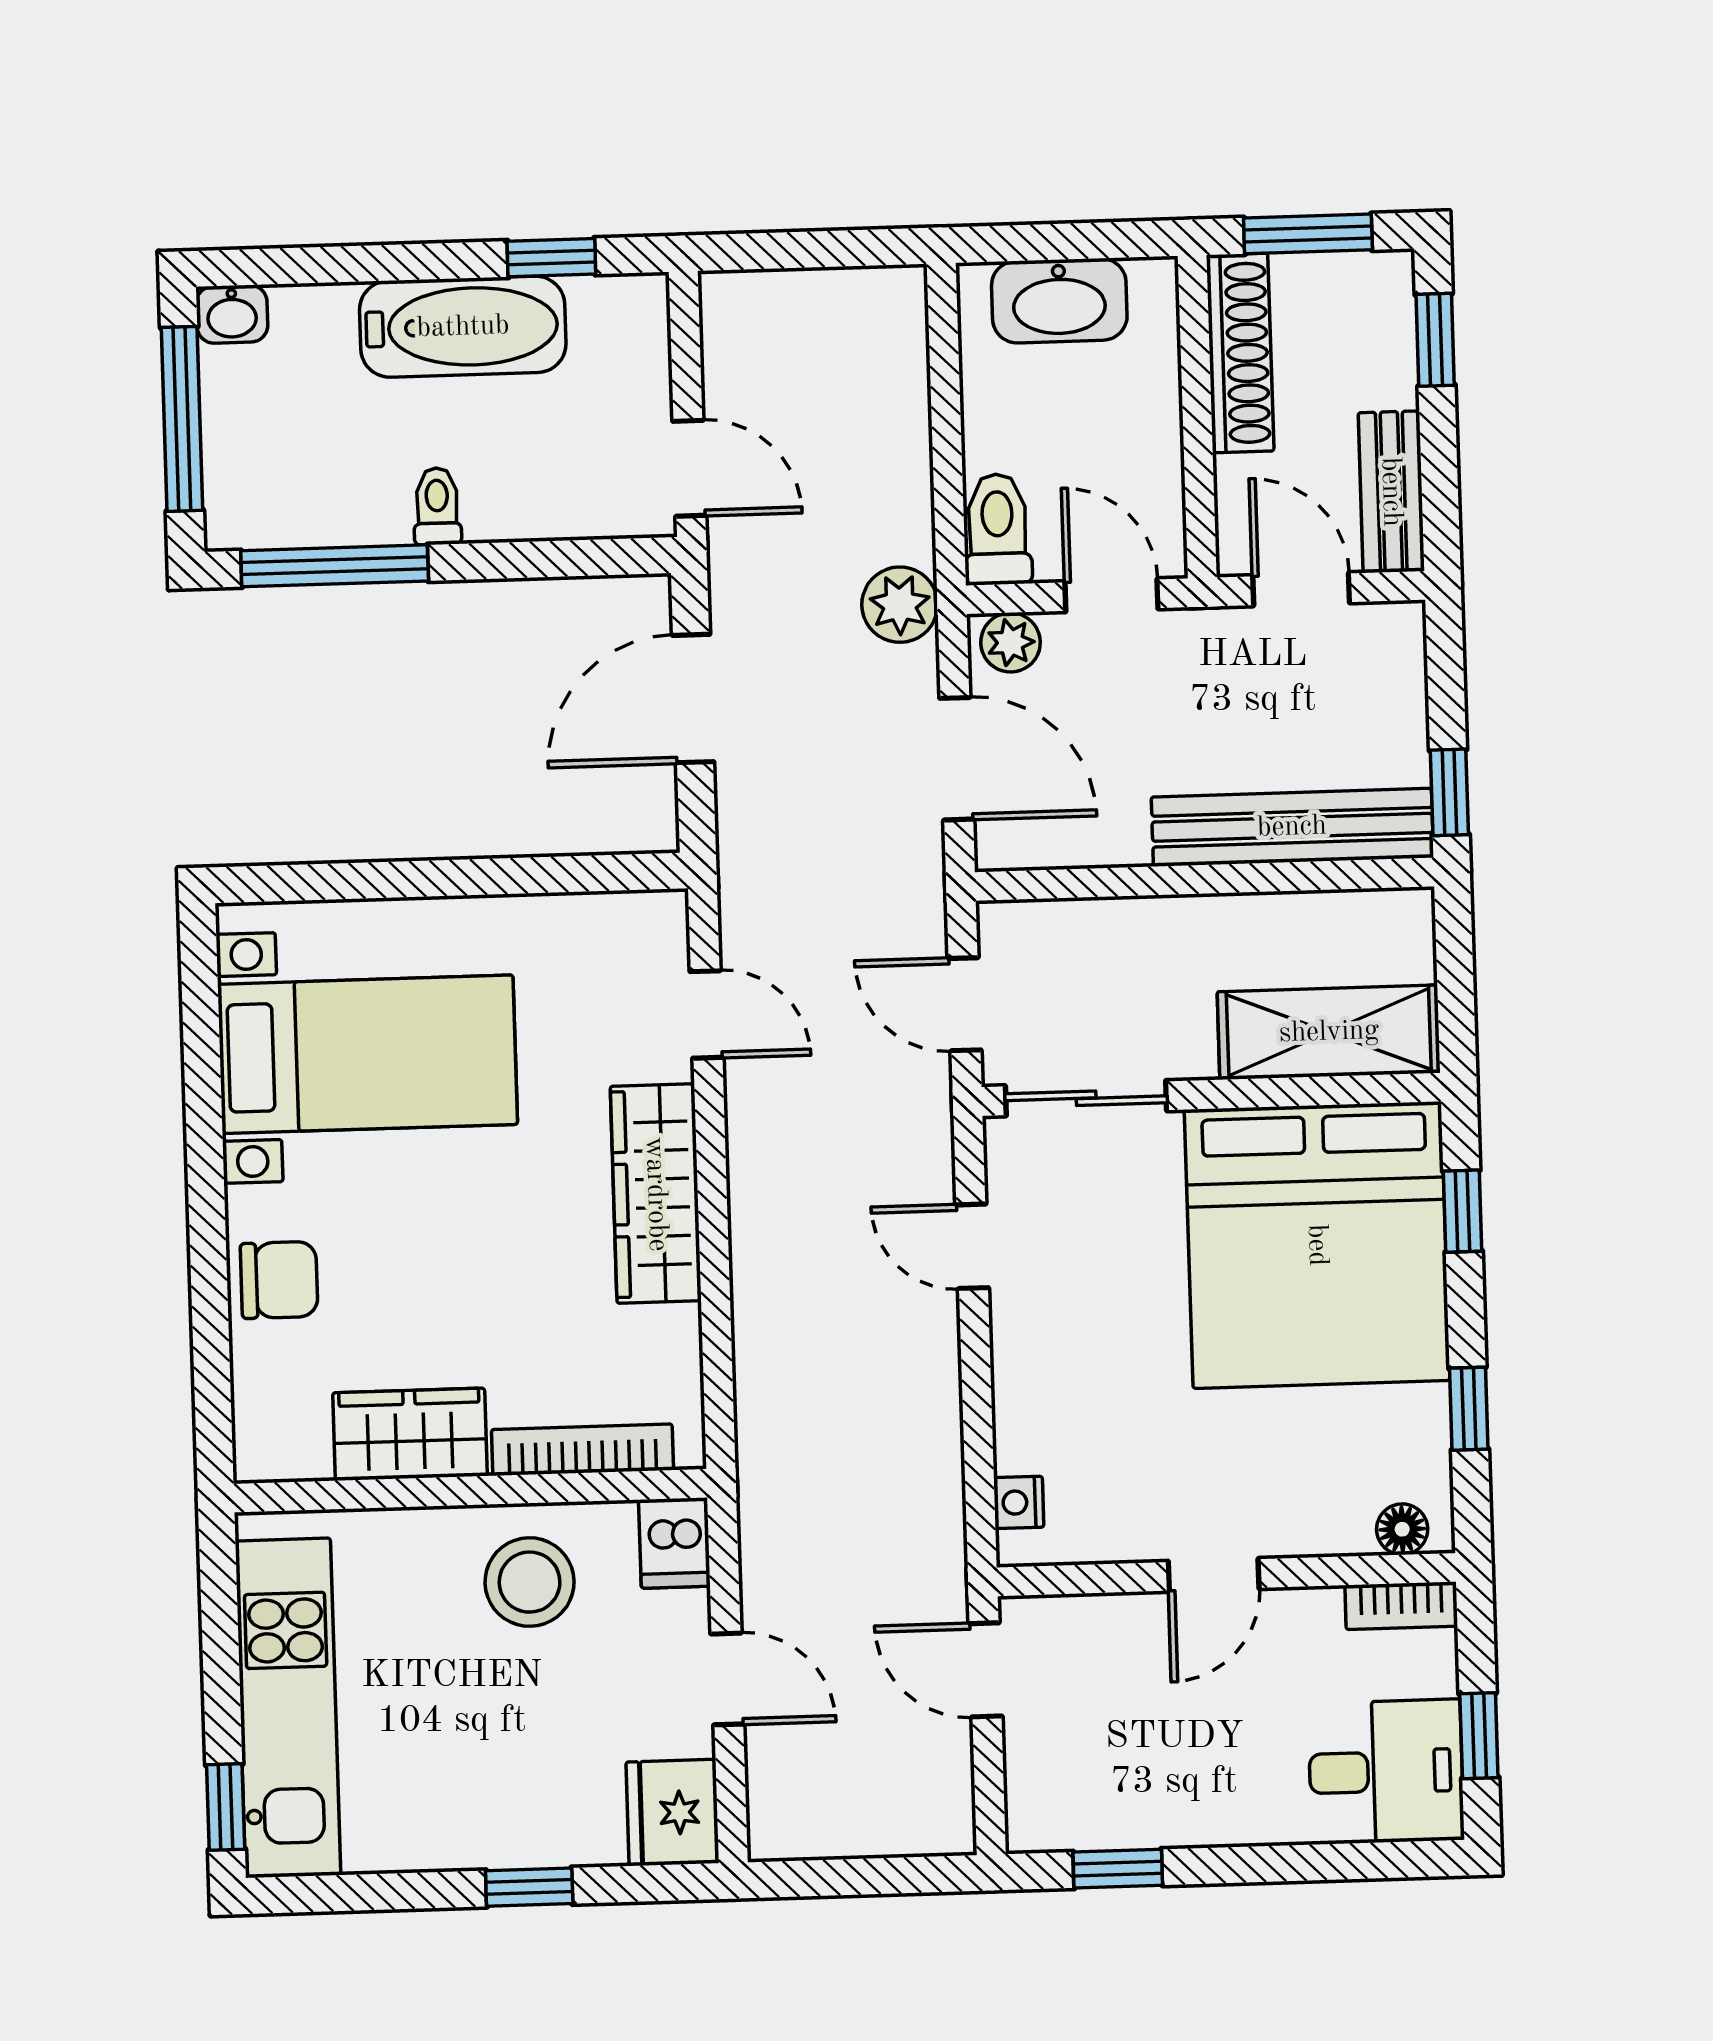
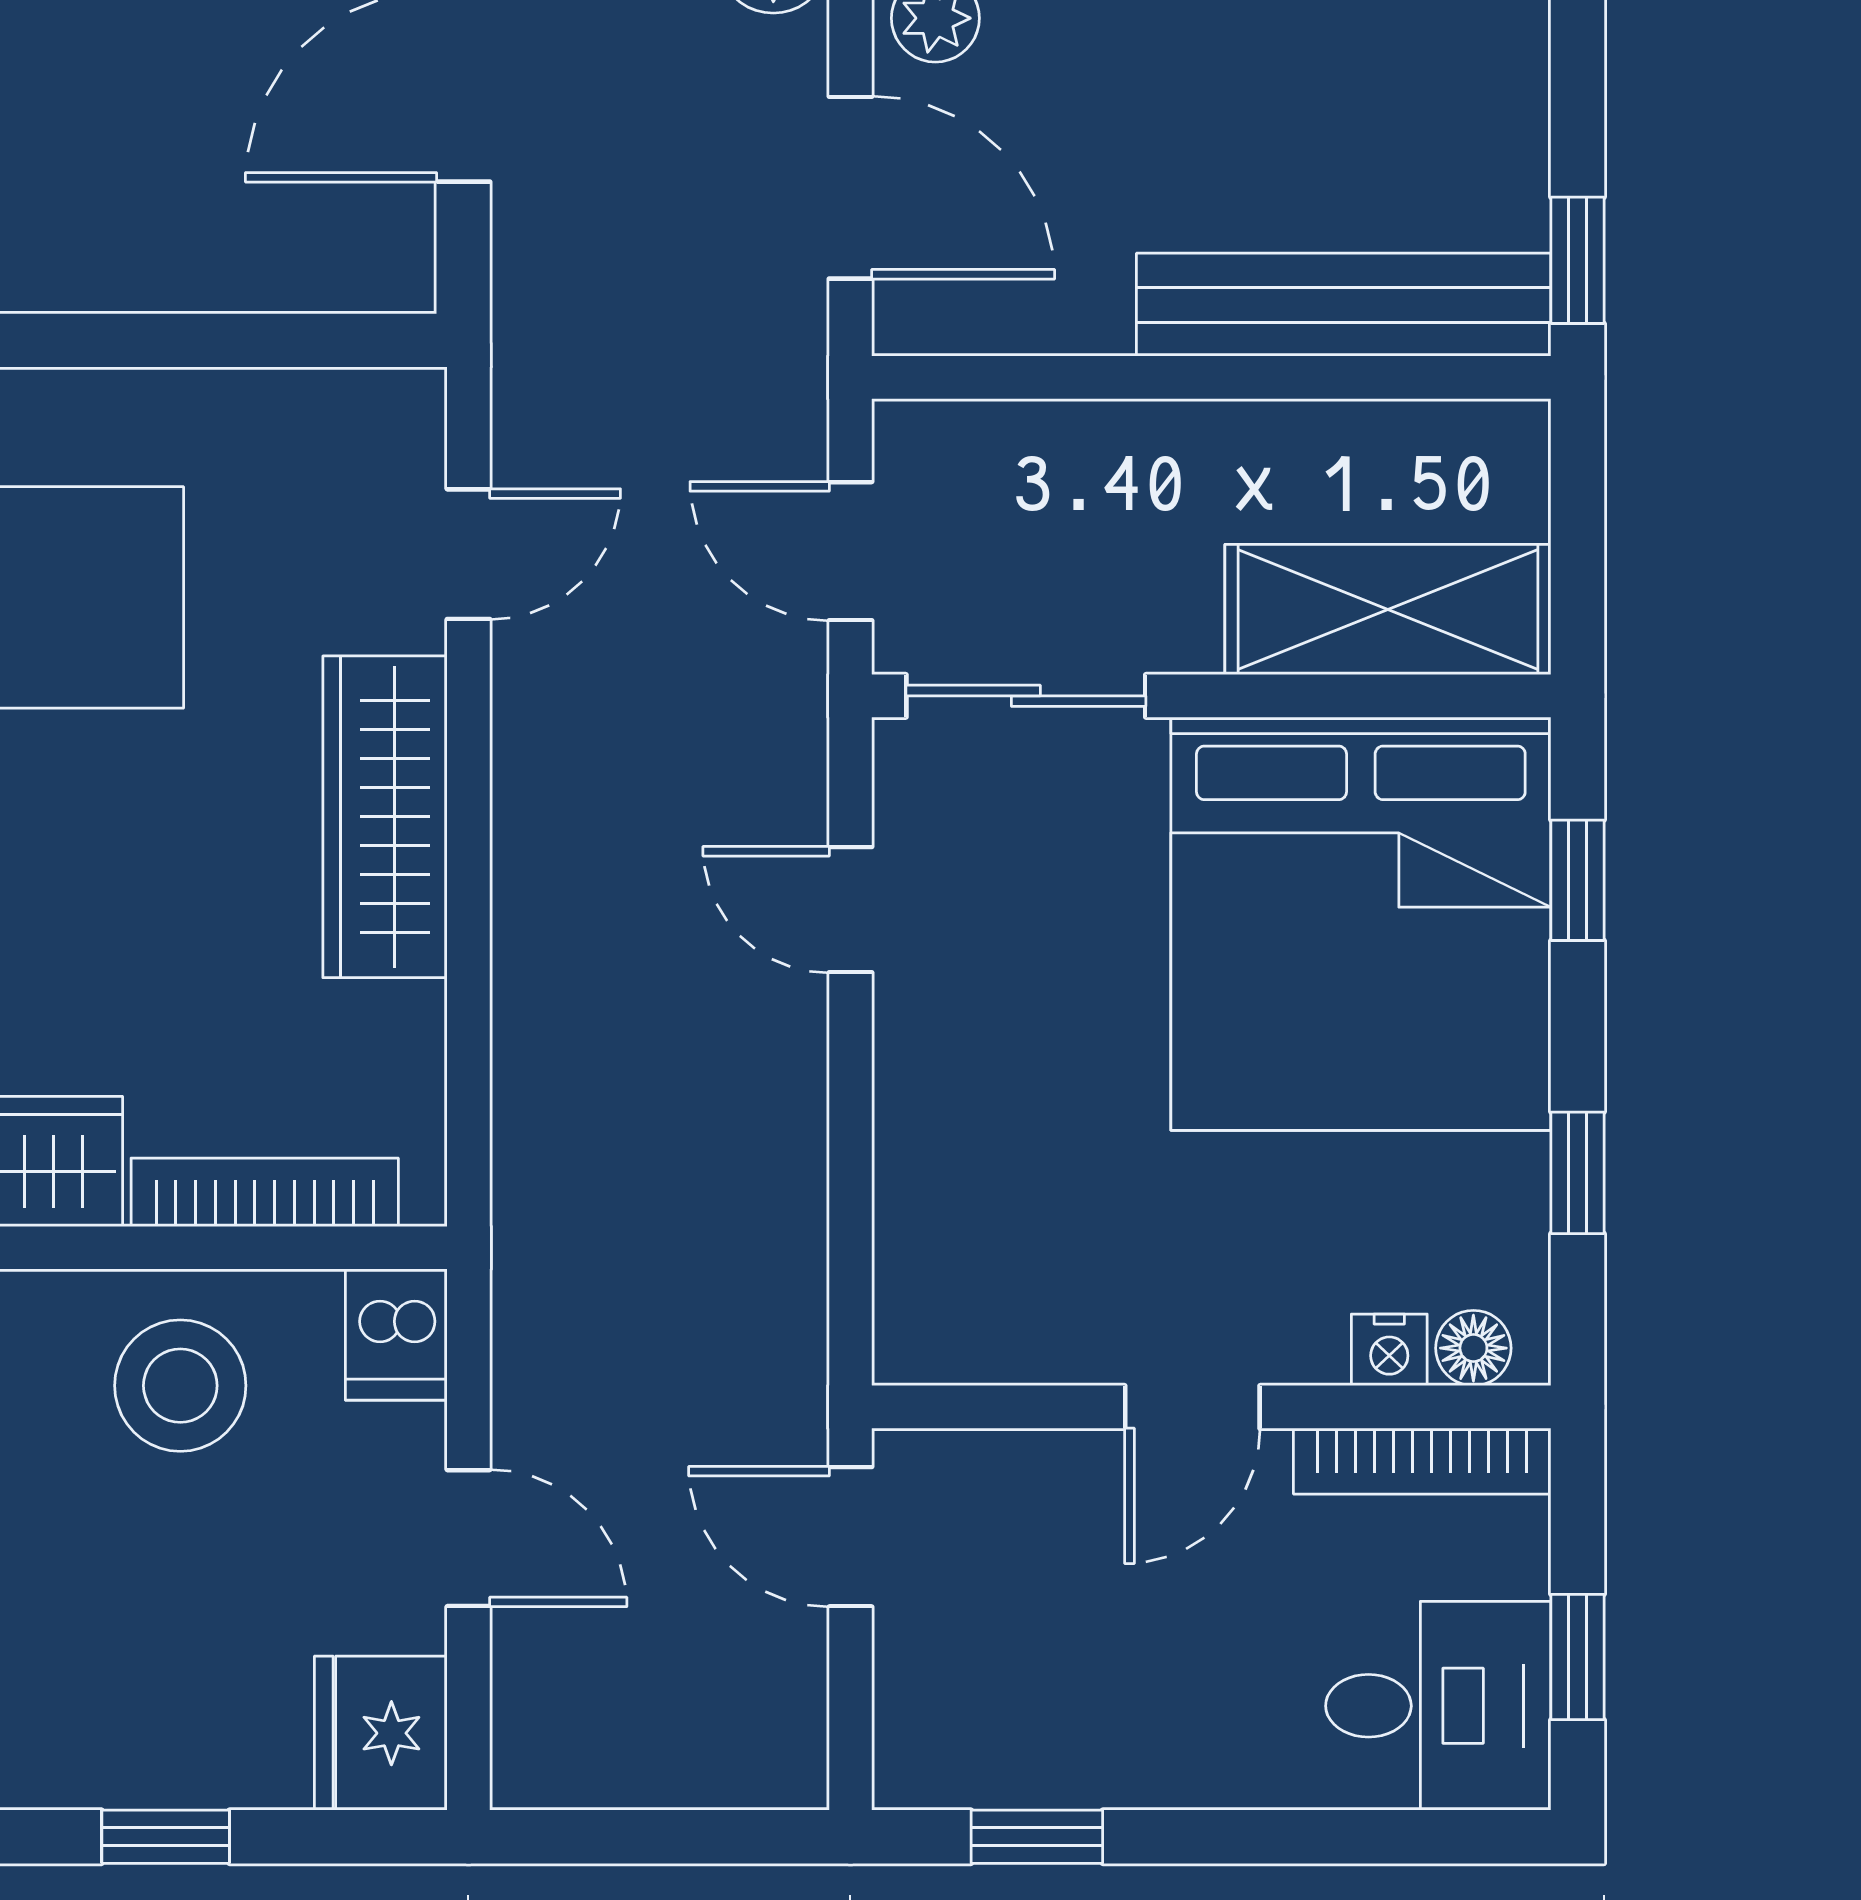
door: (707, 1014) -> (468, 554), hinge flipped
nightstand: (1019, 1502) -> (1389, 1350), moved, turned -90
bookcase: (1401, 1606) -> (1422, 1461), width x1.56

